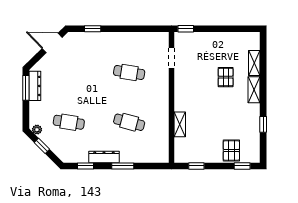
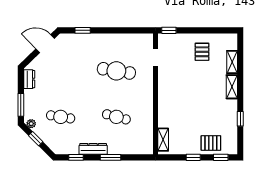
cafe table: (129, 72) -> (116, 71), width x1.37, depth x1.35
pallet: (226, 77) -> (202, 52), moved
dresser: (35, 86) -> (29, 79), width x0.70
window: (26, 88) -> (21, 105), moved
shelving: (180, 124) -> (163, 140), moved
pallet: (231, 150) -> (211, 143), turned 90
window: (196, 166) -> (193, 157), moved

